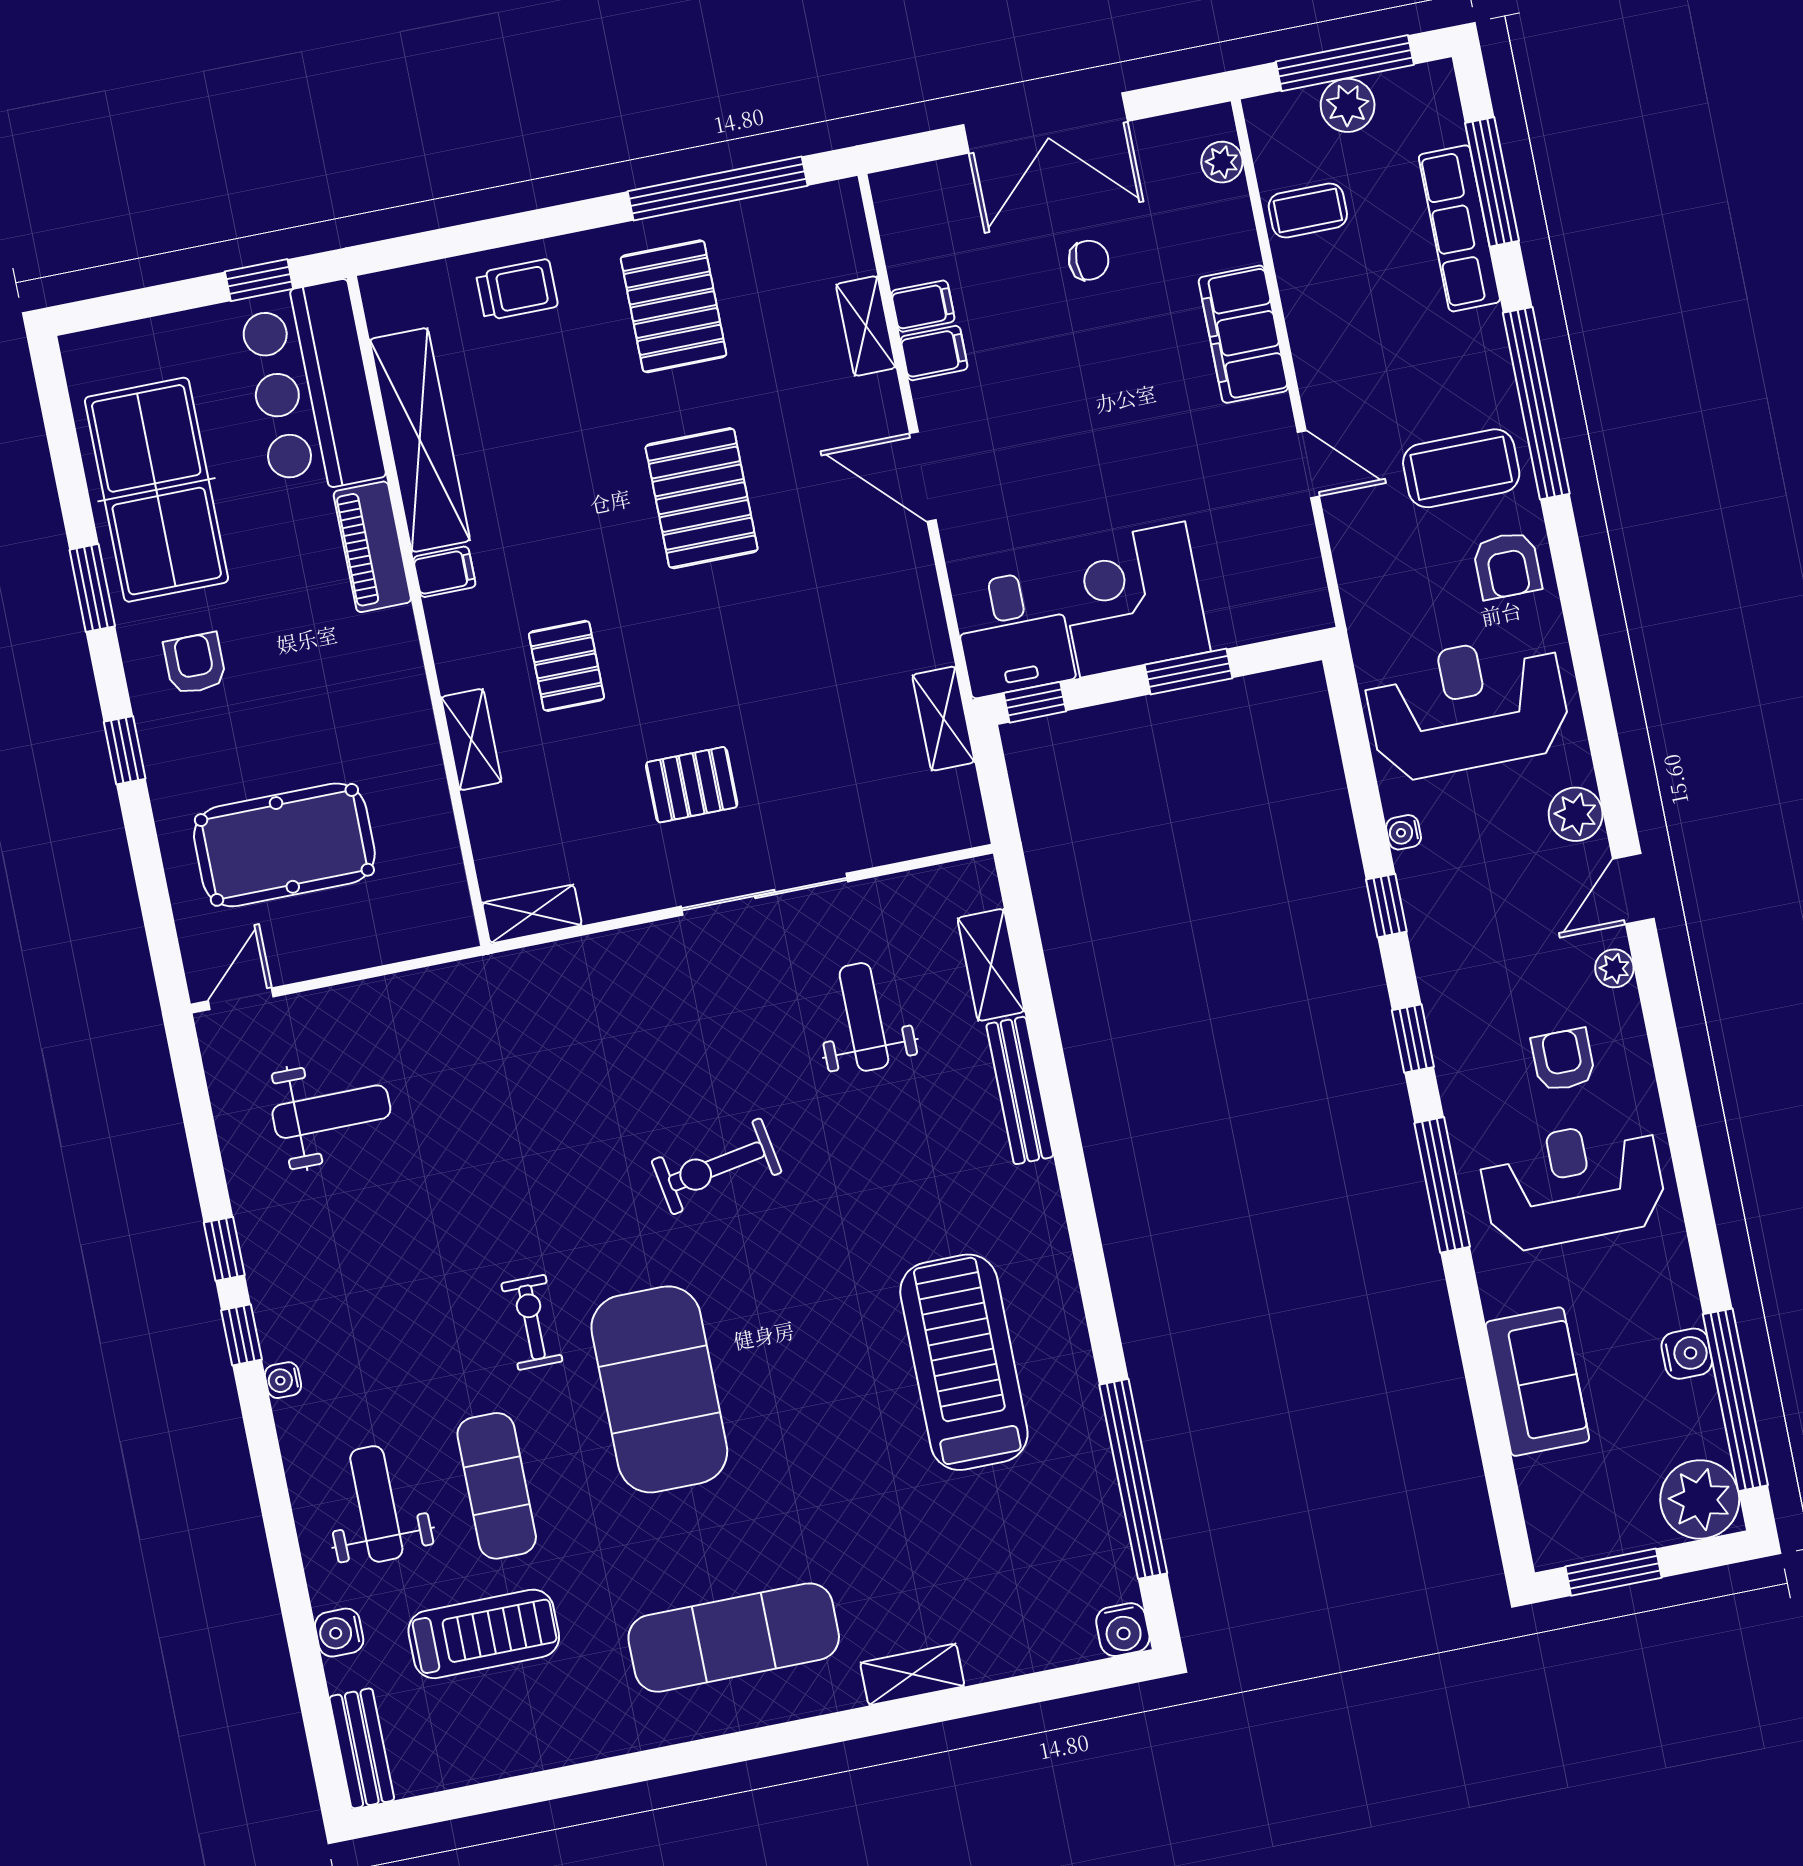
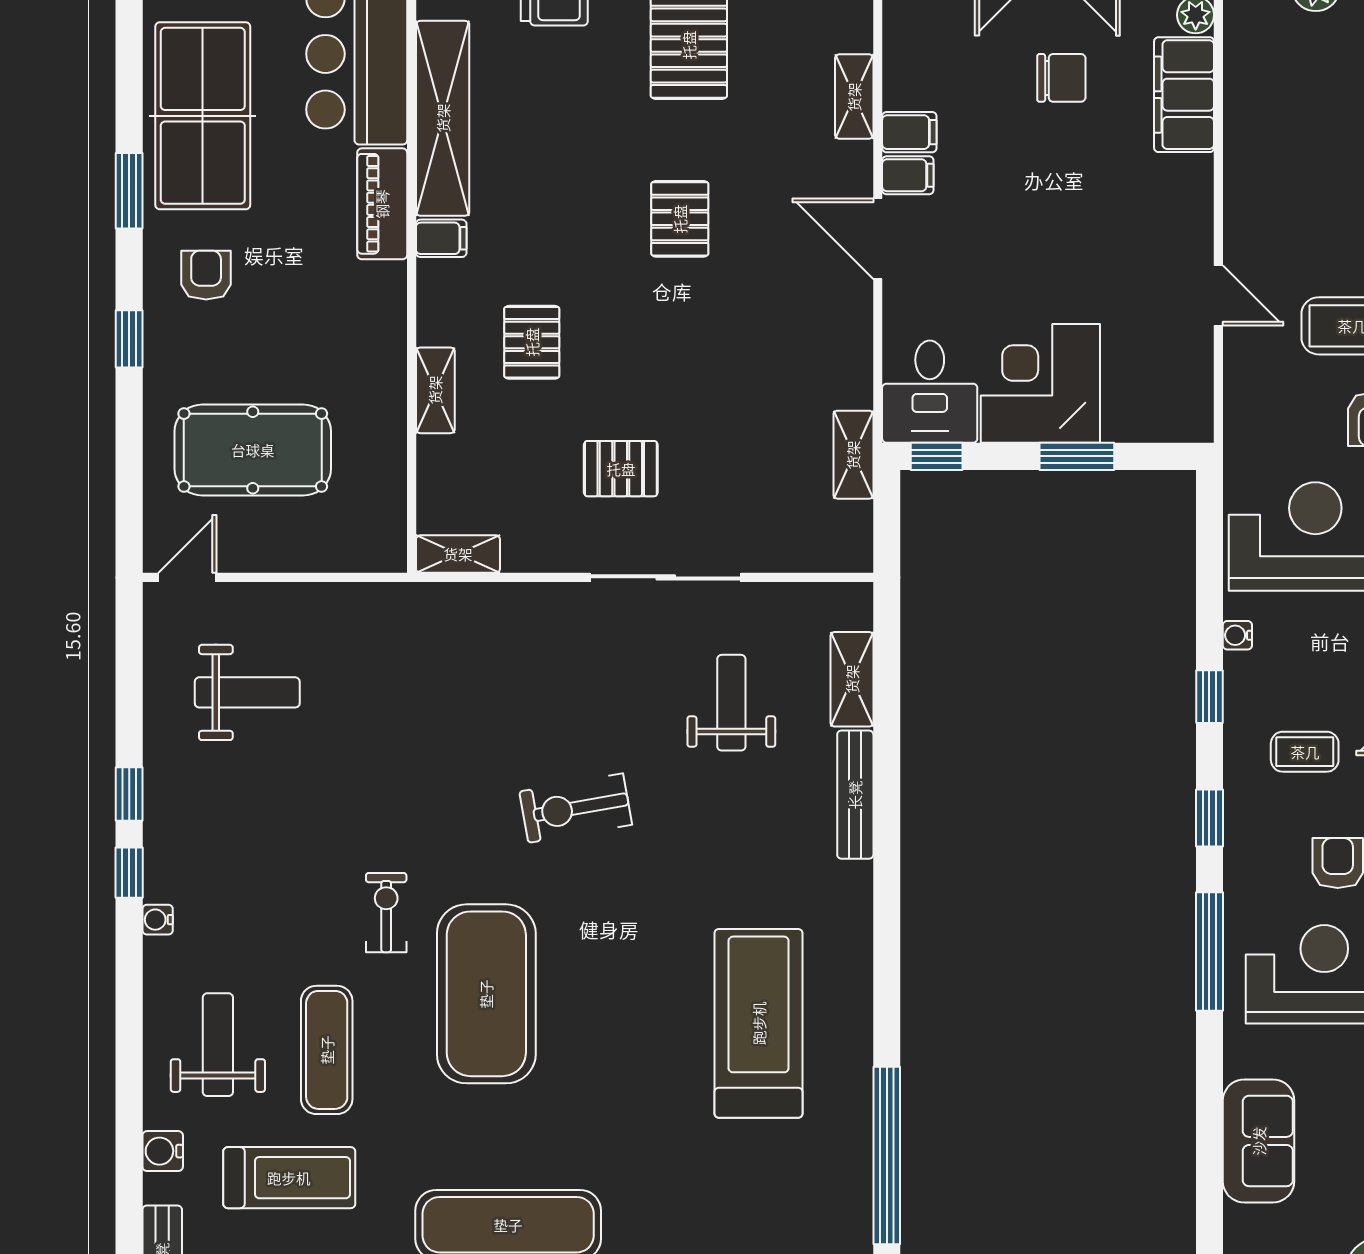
coffee table: (1308, 211) -> (1305, 752), moved
chair: (1089, 260) -> (1061, 78), width x1.37, depth x1.37
filing cabinet: (923, 306) -> (908, 175), moved
filing cabinet: (1243, 334) -> (1184, 95), moved
pallet: (702, 498) -> (680, 219), width x0.67, depth x0.71

